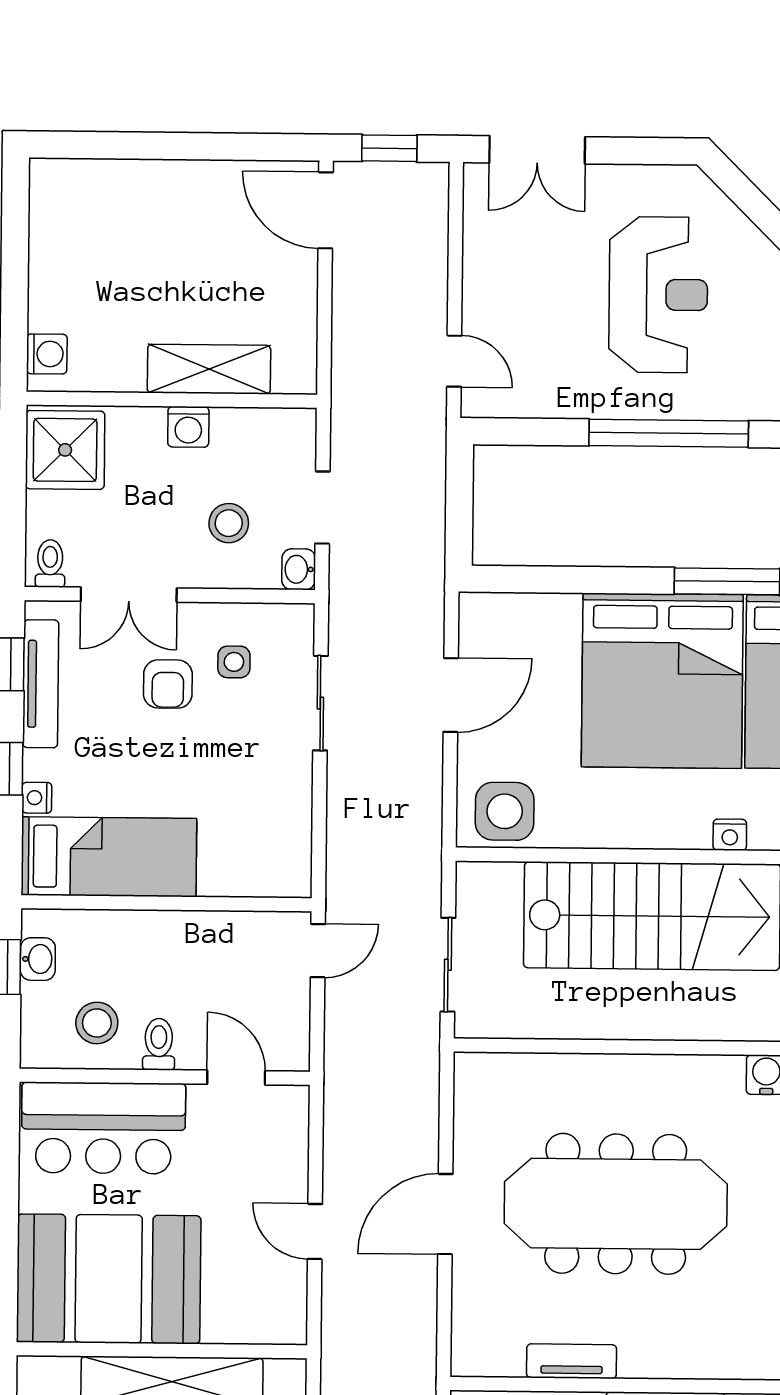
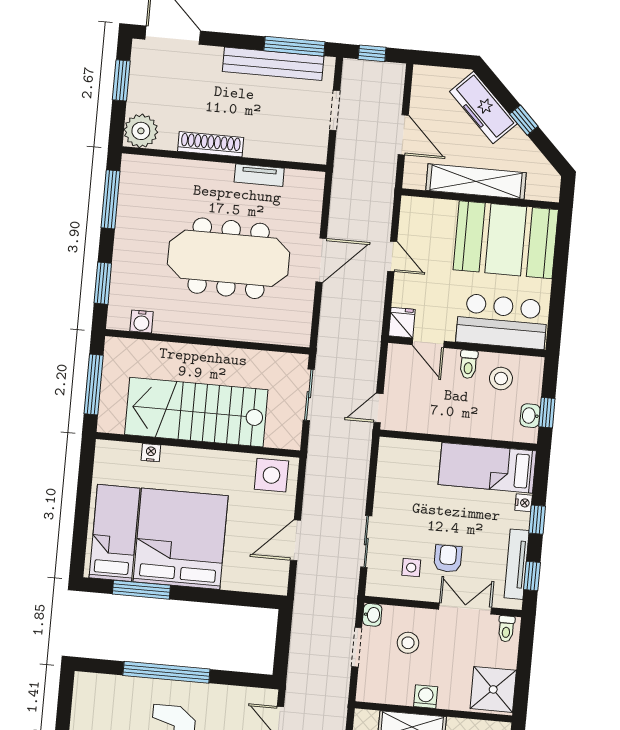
fridge: (287, 1111) -> (402, 323), added

